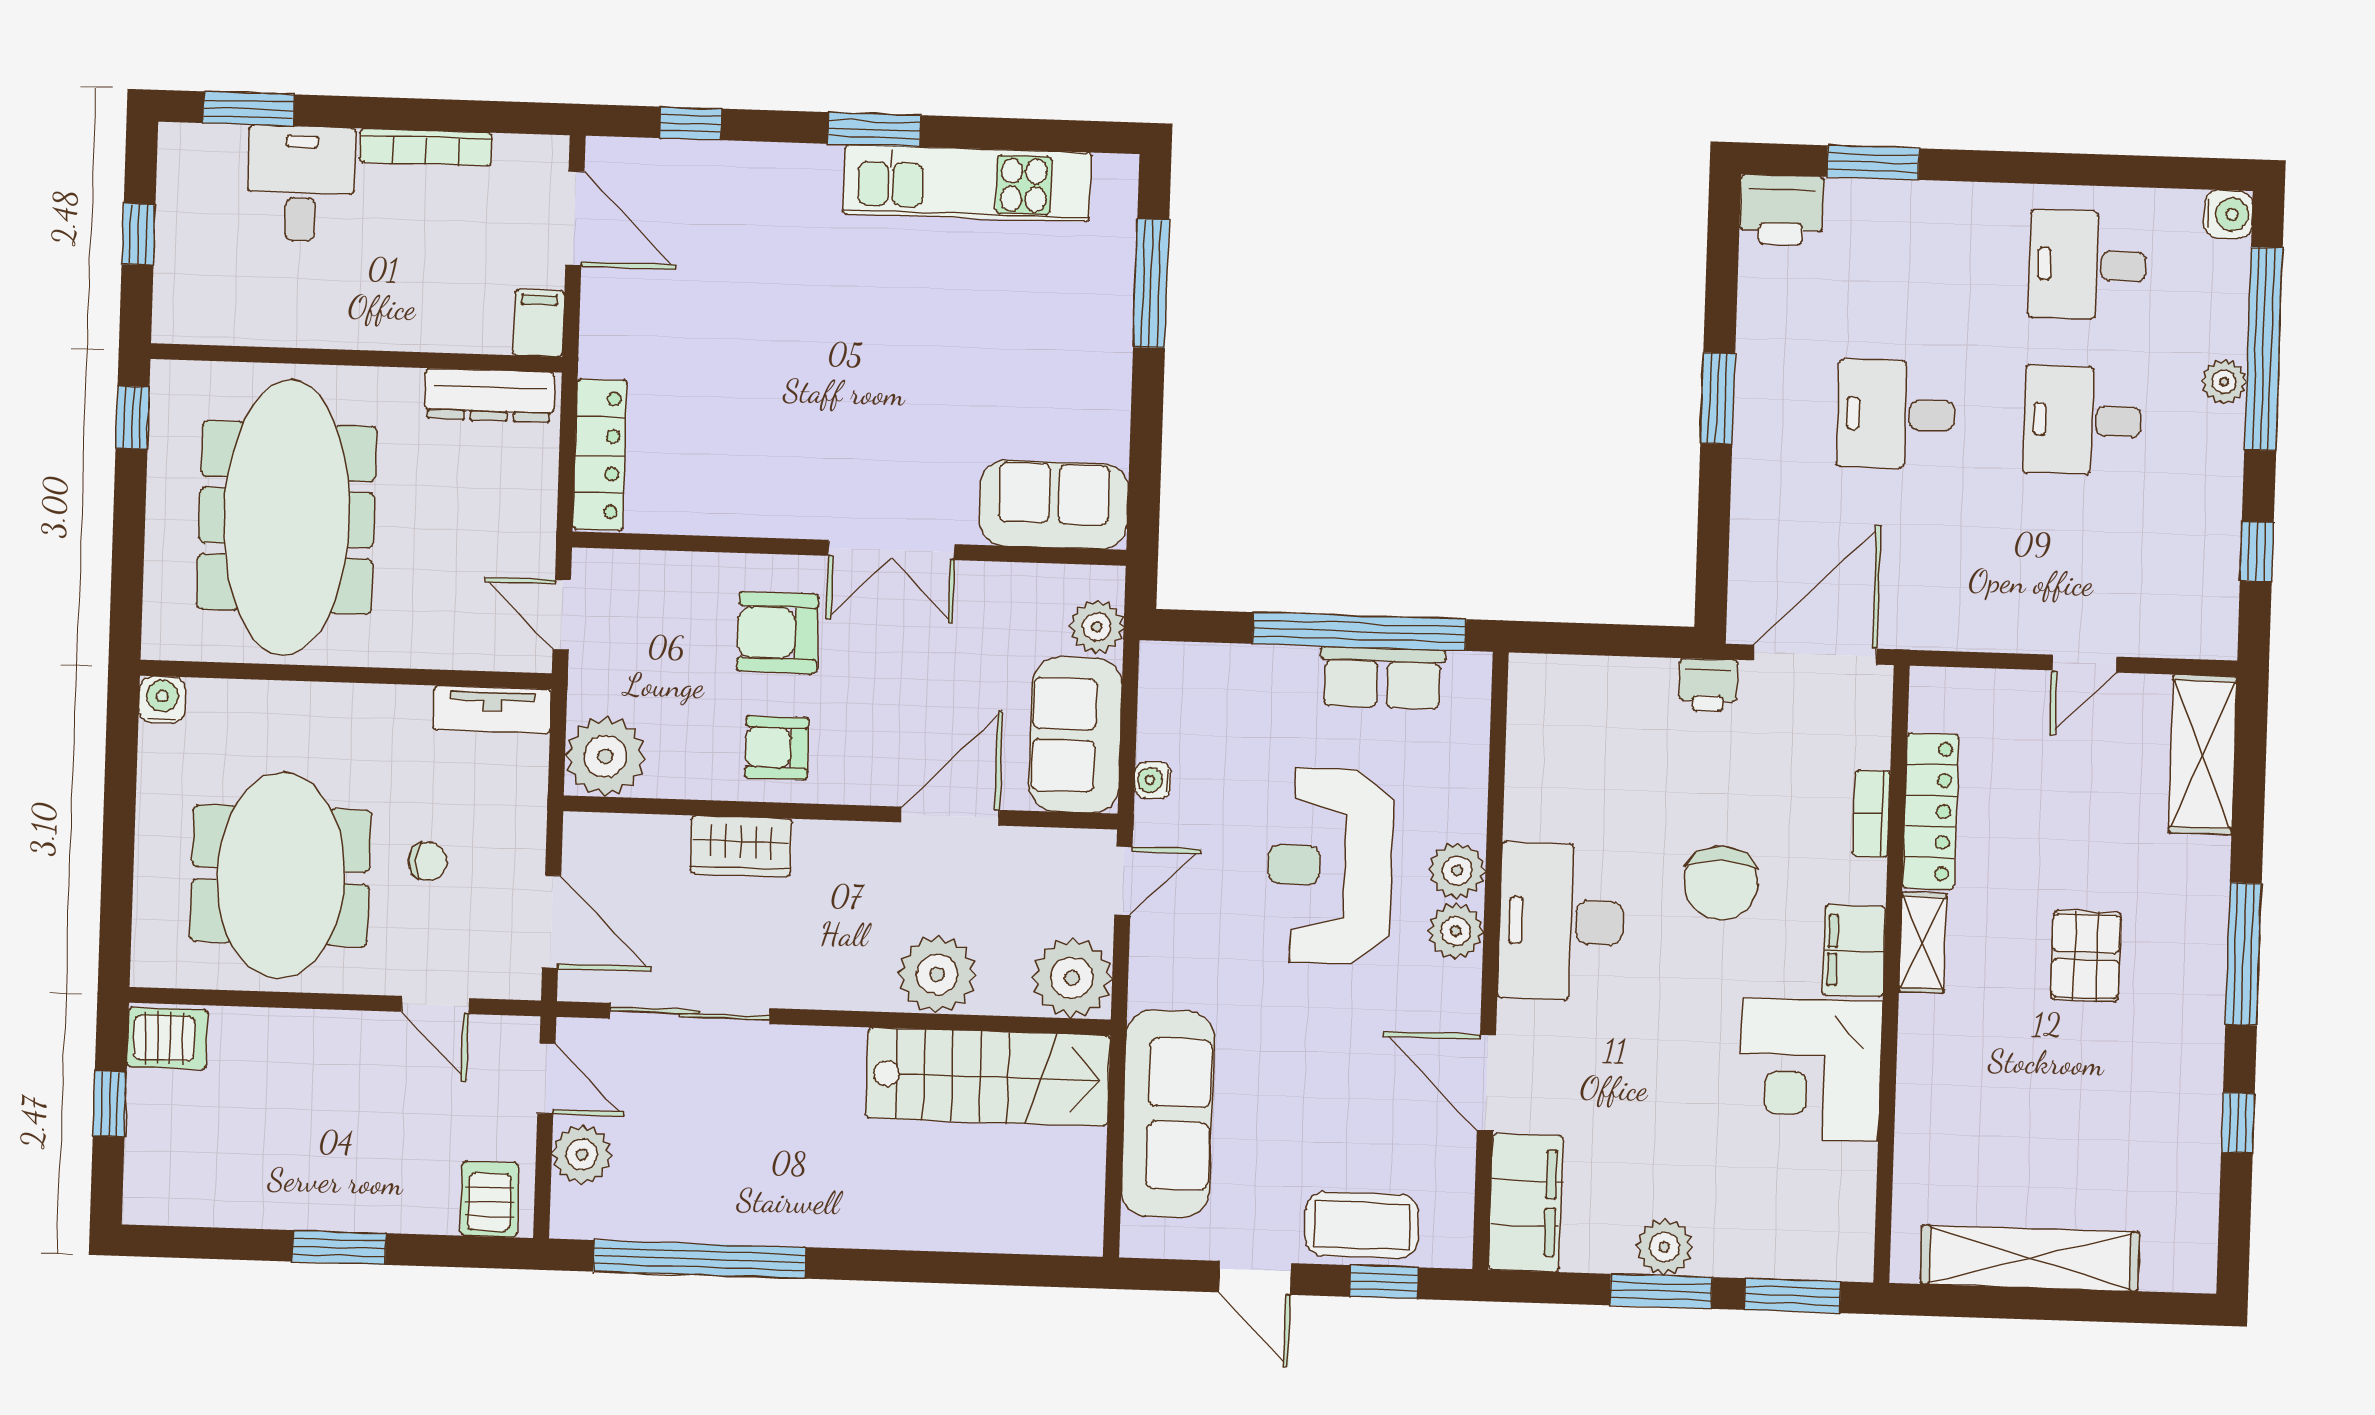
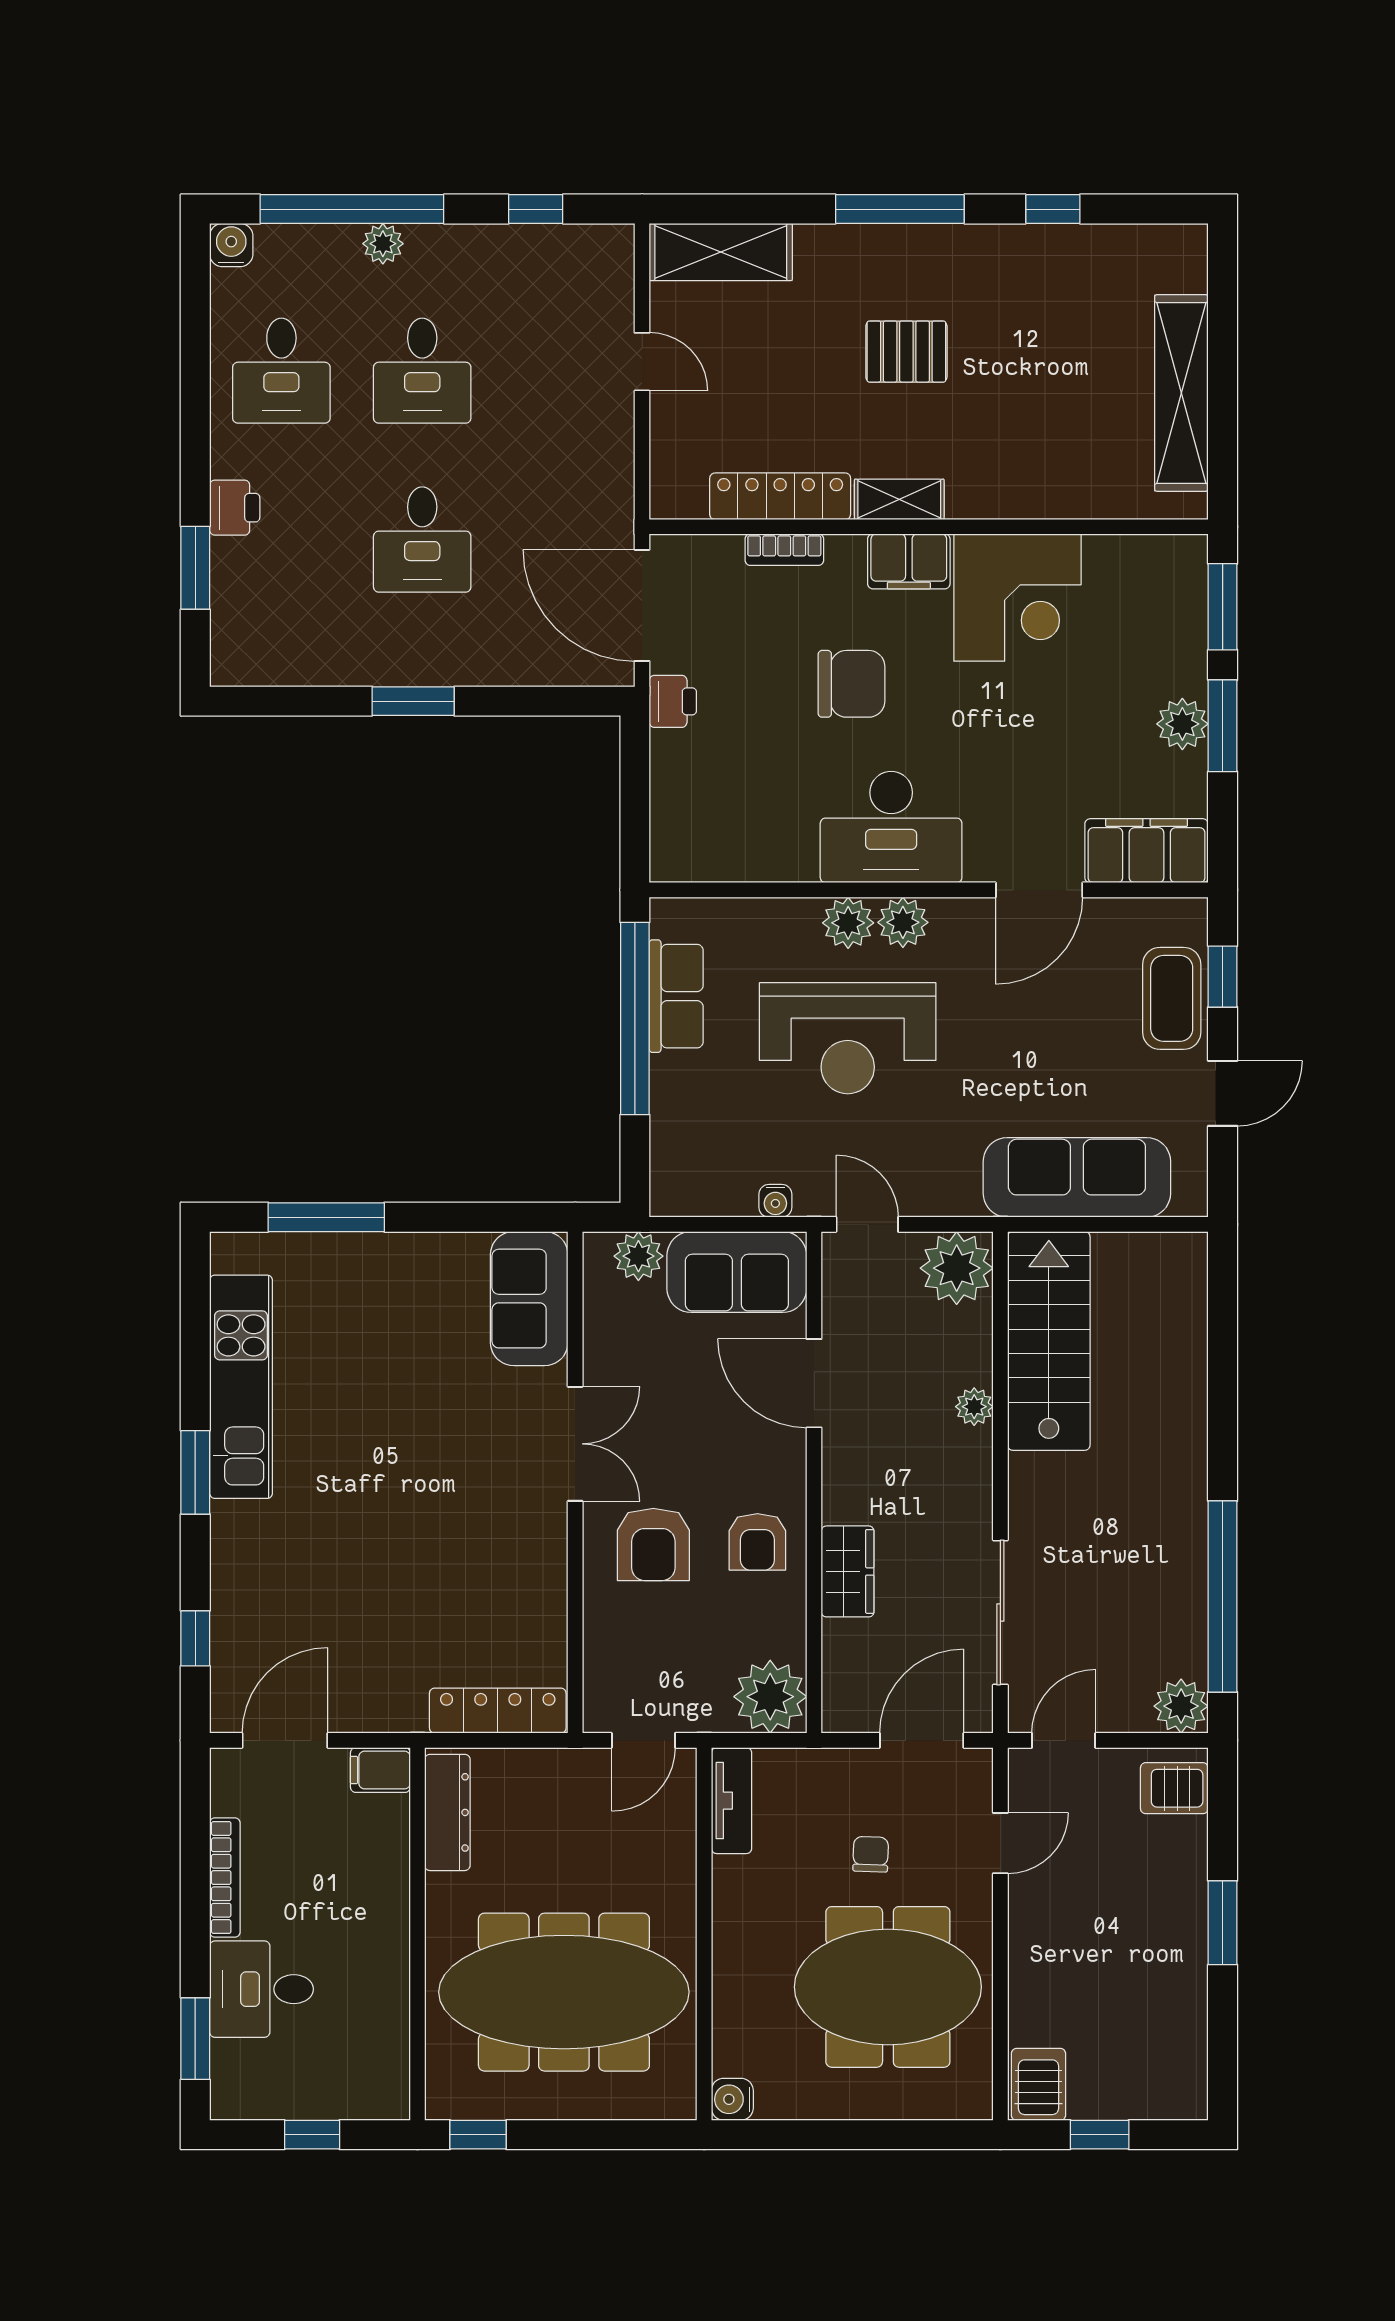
printer: (1782, 210) -> (235, 508), moved, width x0.73, depth x0.81
plant: (937, 974) -> (974, 1407), width x0.53, depth x0.53
plant: (582, 1154) -> (1181, 1706), moved

